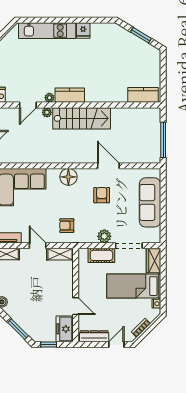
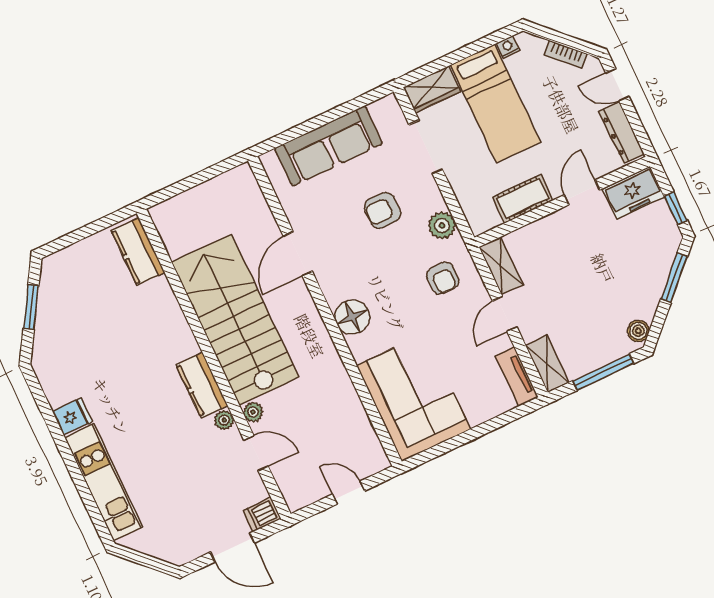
stairs: (82, 118) -> (235, 320), width x1.36, depth x1.51
window: (163, 140) -> (203, 176), removed
armchair: (102, 195) -> (383, 210), moved
plant: (104, 236) -> (442, 226), moved
cot: (101, 255) -> (523, 199), moved, turned 90

